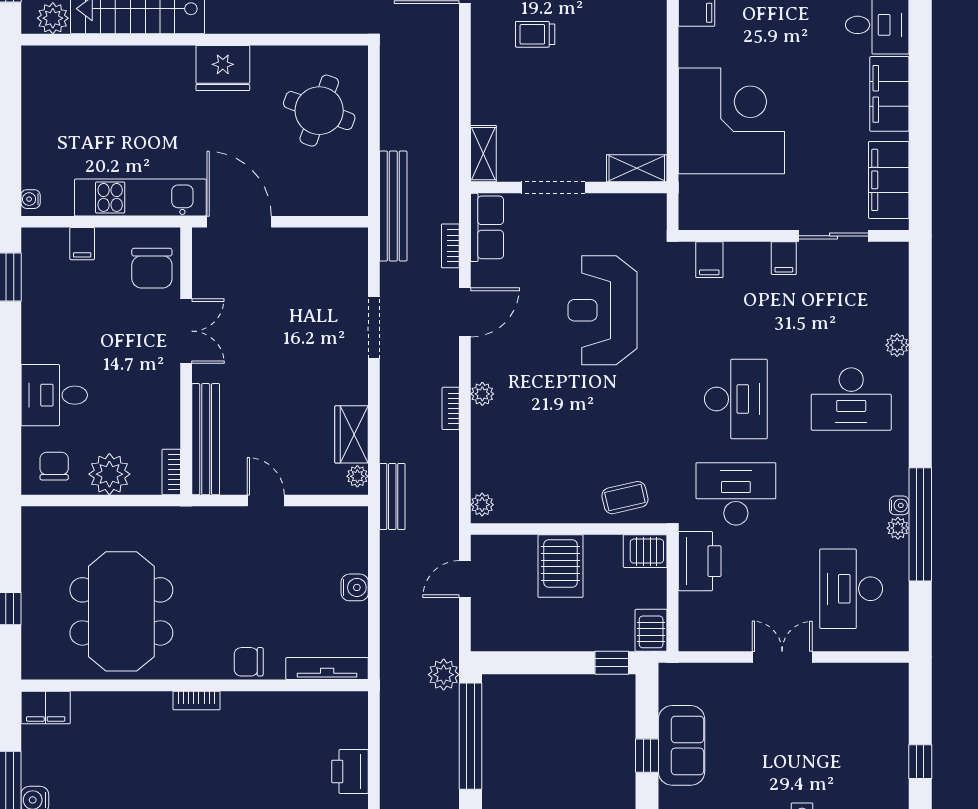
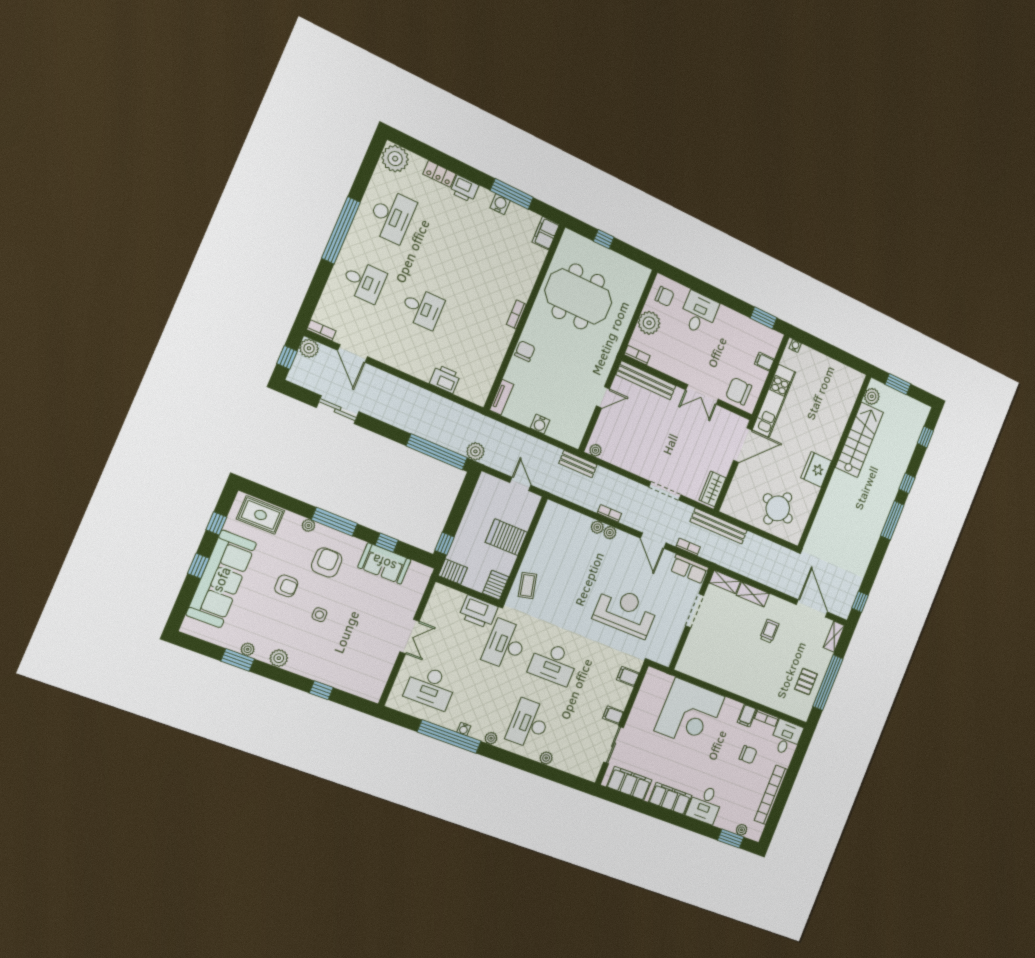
shelving: (637, 168) -> (753, 594), moved, turned 90
wardrobe: (352, 434) -> (713, 489), moved, turned -90
desk: (736, 494) -> (505, 645), turned 180
plant: (482, 505) -> (597, 527), moved
plant: (898, 528) -> (491, 738), moved
desk: (851, 589) -> (431, 687), turned 180
tv unit: (327, 669) -> (502, 397), width x0.71

